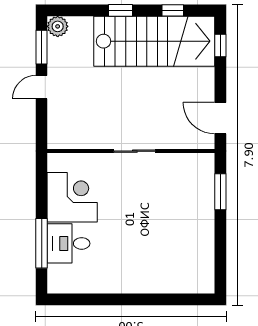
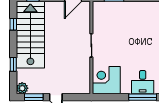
window: (120, 10) -> (13, 64), moved
corner desk: (72, 197) -> (106, 80), moved

